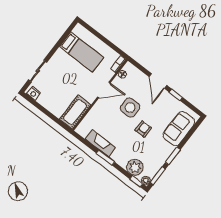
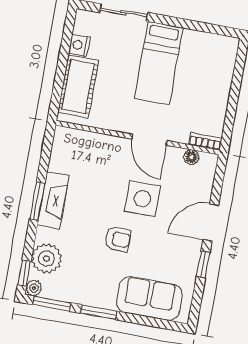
bed: (82, 52) -> (159, 63), moved
nightstand: (34, 93) -> (79, 45), moved
cot: (75, 112) -> (78, 86), moved, turned 90
fireplace: (100, 143) -> (53, 200), moved

